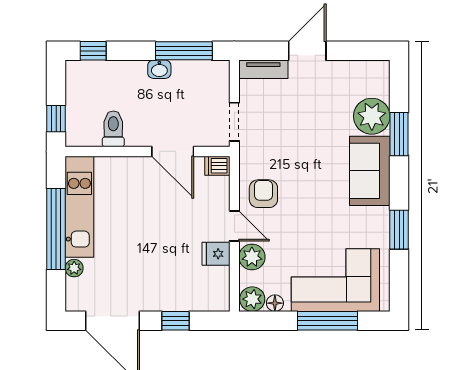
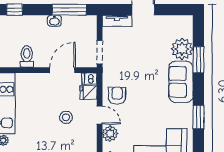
door: (173, 151) -> (62, 70), swing flipped
stool: (179, 230) -> (66, 117), added
fridge: (216, 254) -> (88, 93), moved

